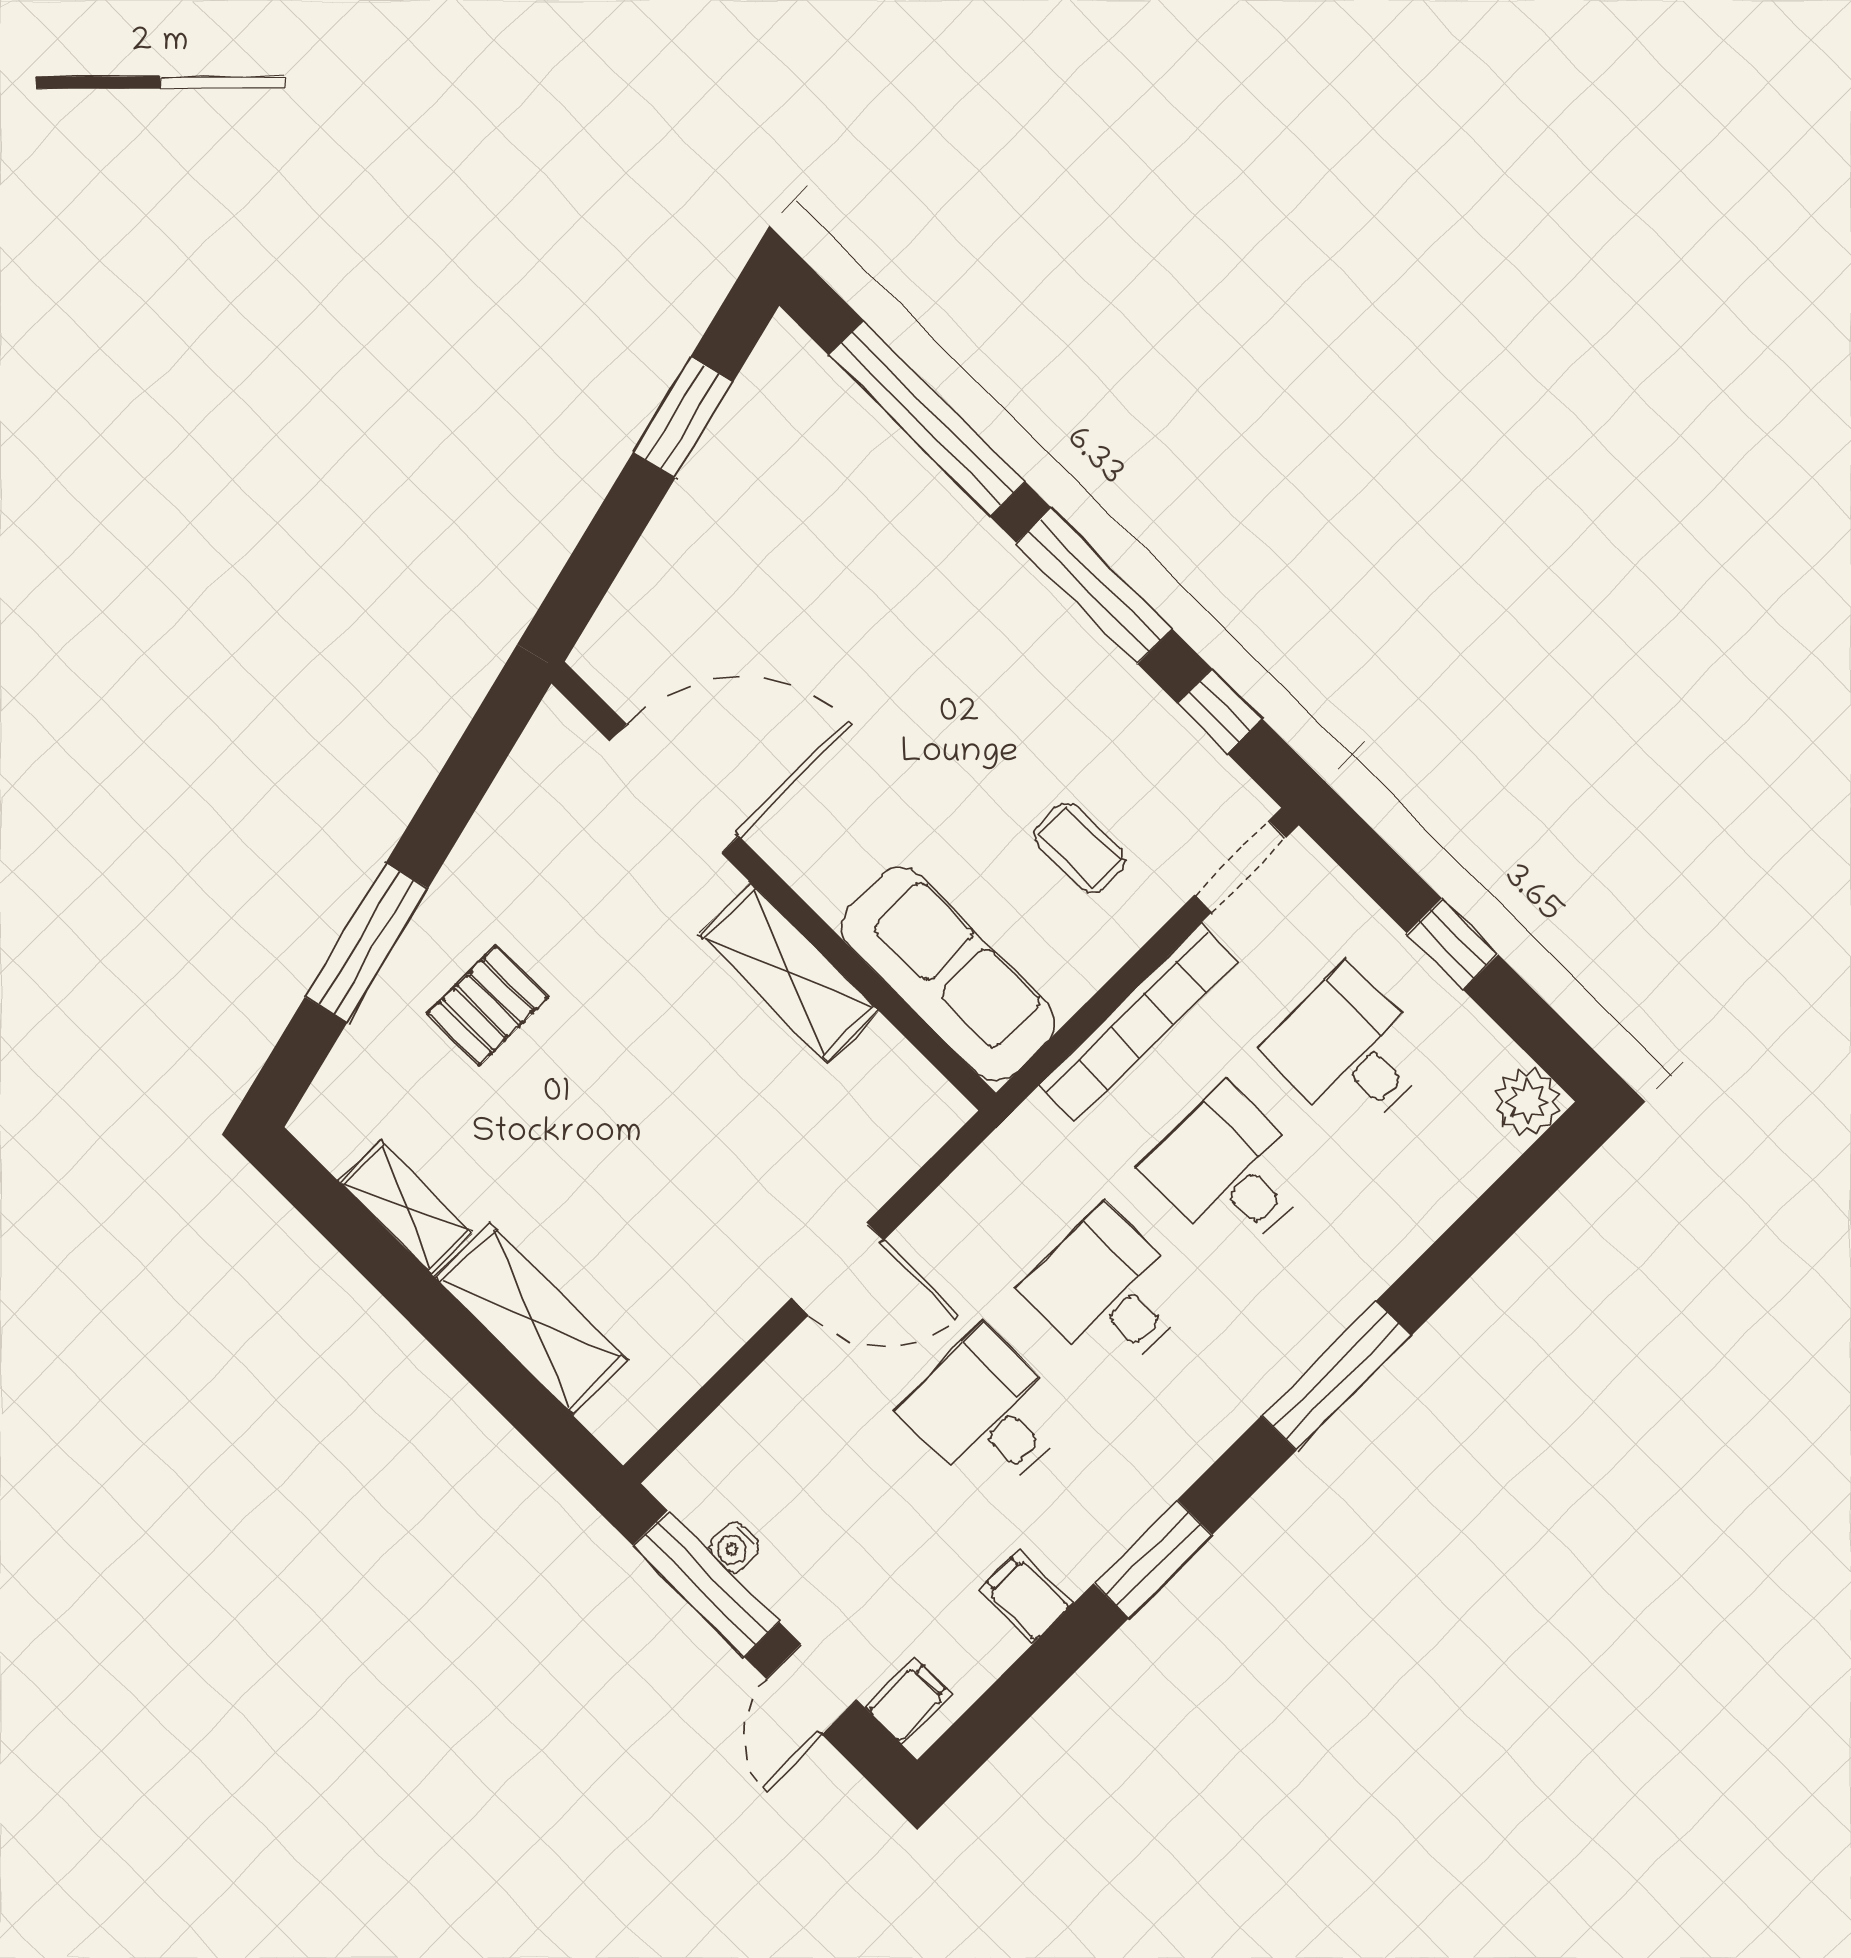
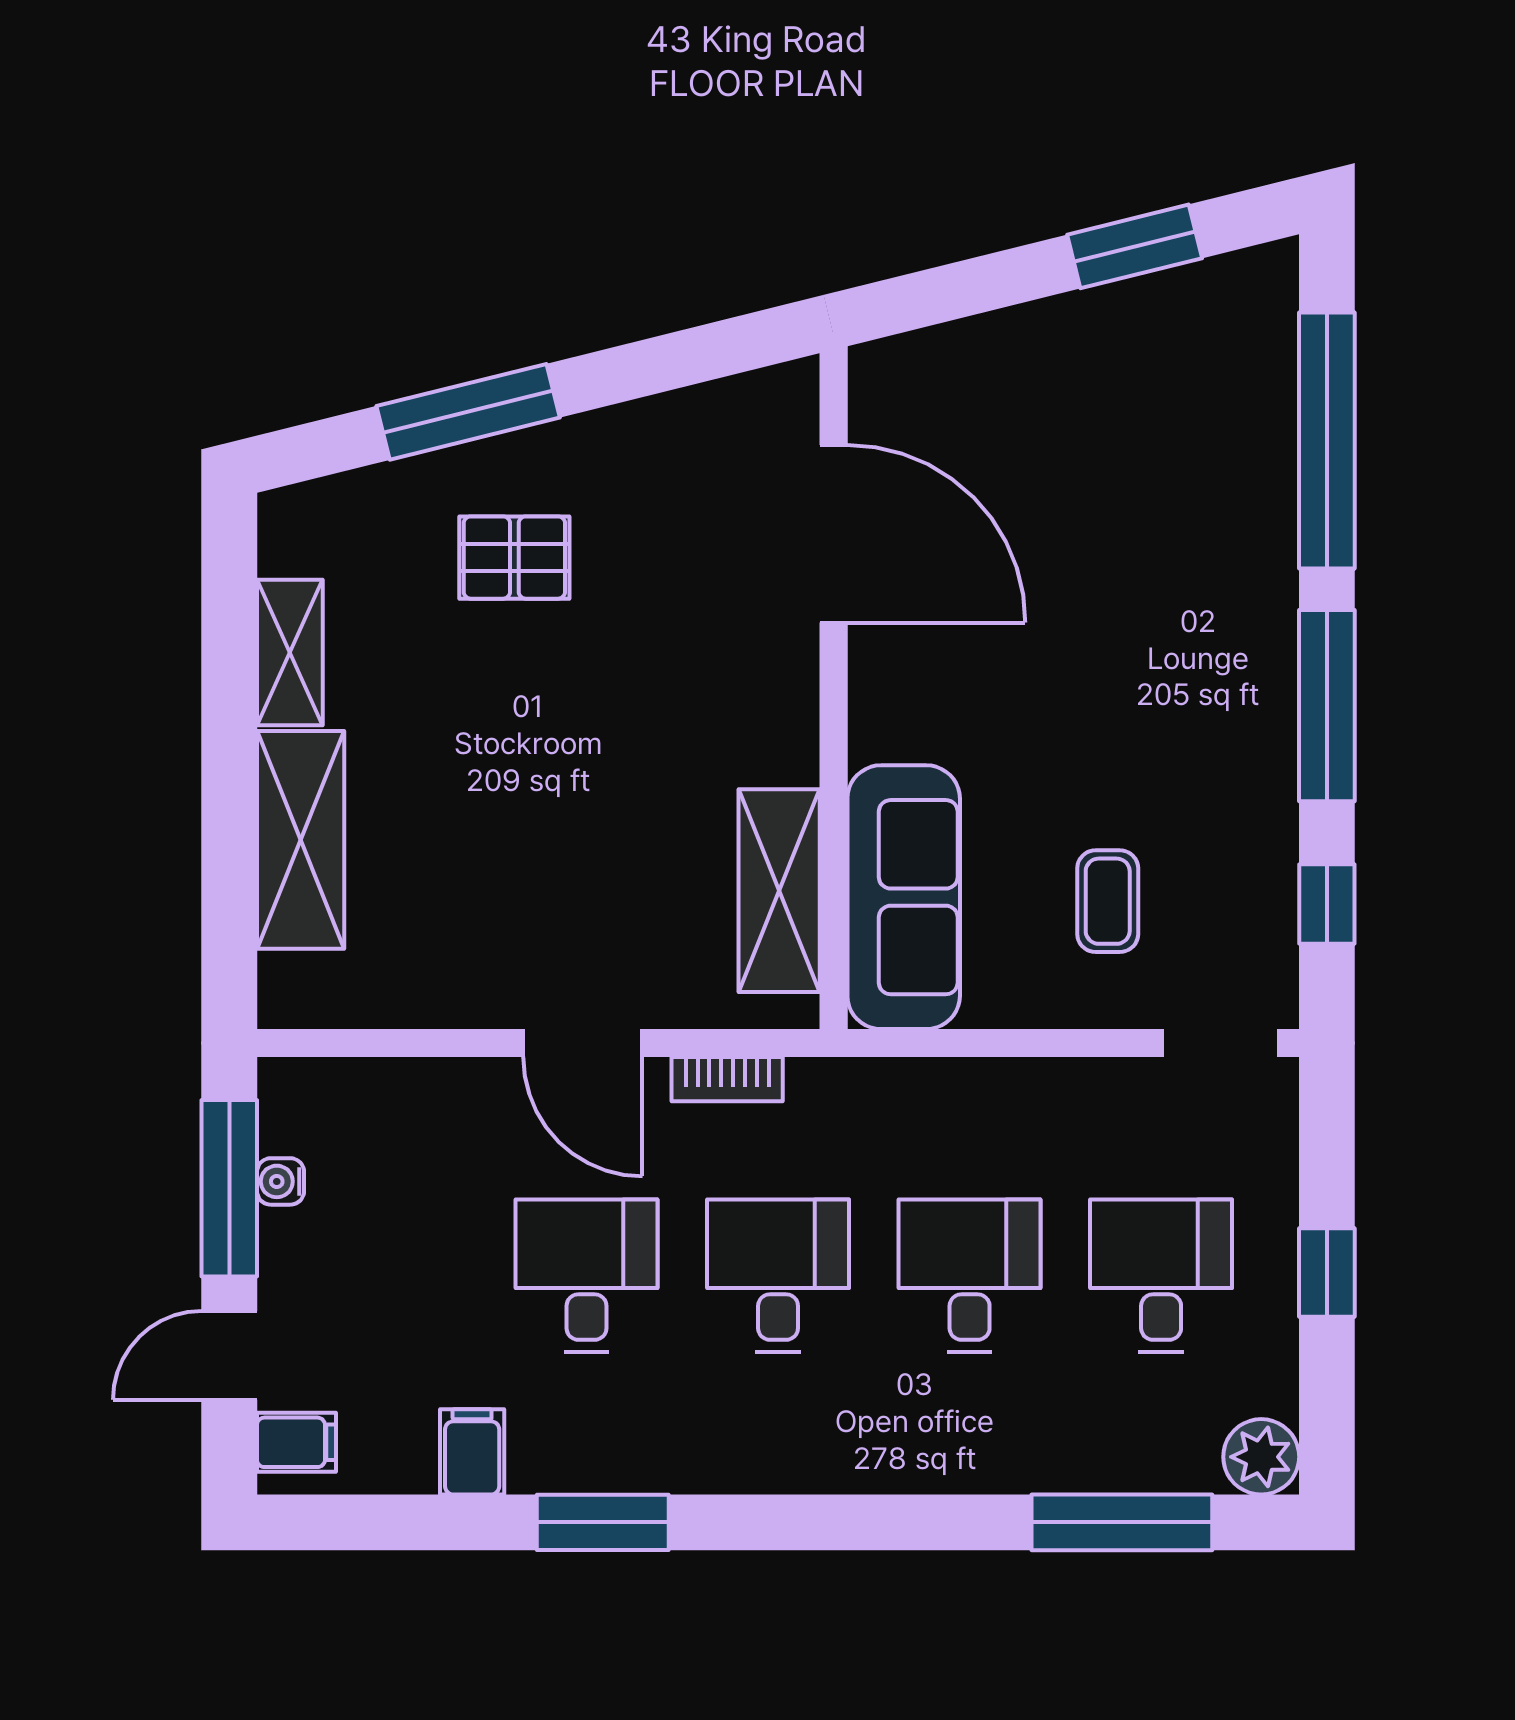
shelving: (789, 972) -> (779, 891), moved
bookcase: (1138, 1023) -> (727, 1079), moved, width x0.43, depth x0.76
window: (1336, 1376) -> (1122, 1522), moved

